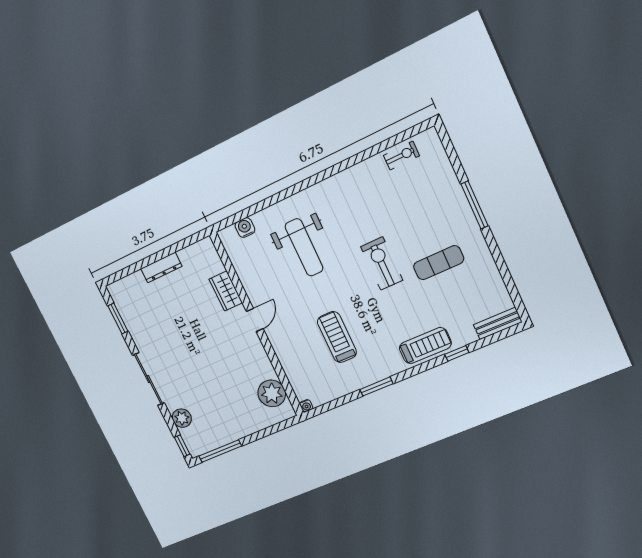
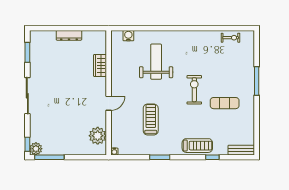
weight bench: (304, 247) -> (156, 62), turned 180
door: (255, 320) -> (109, 103), moved
plant: (182, 418) -> (36, 149), moved

